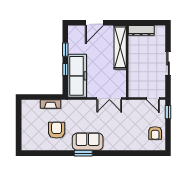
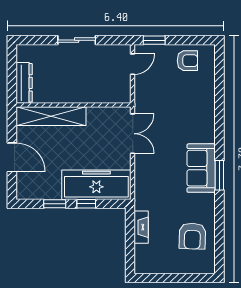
armchair: (57, 130) -> (192, 236), moved, turned -88

